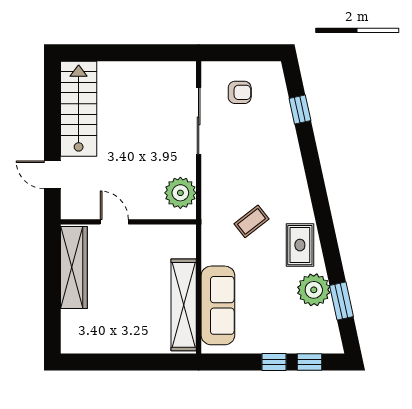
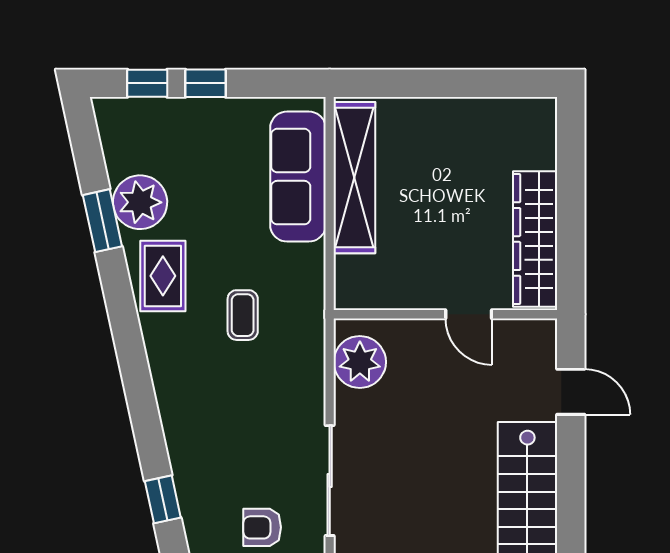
coffee table: (251, 221) -> (243, 315), turned -52
window: (341, 301) -> (102, 221), moved

